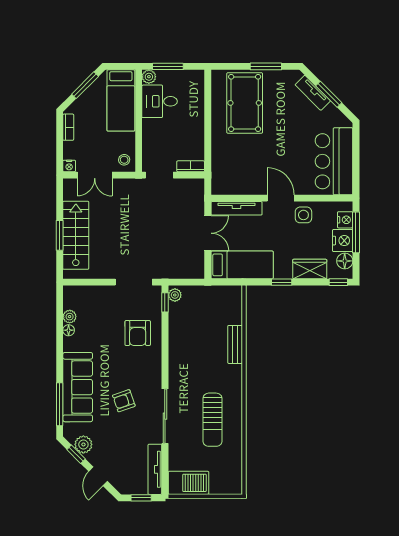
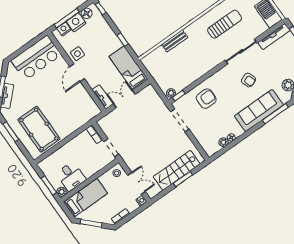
pool table: (245, 103) -> (39, 129), turned 90
tv unit: (237, 208) -> (103, 97), width x0.71
wardrobe: (310, 269) -> (105, 29), removed

